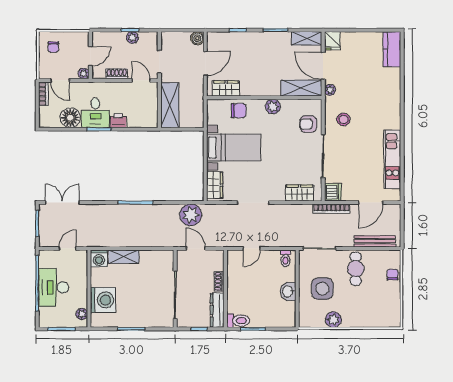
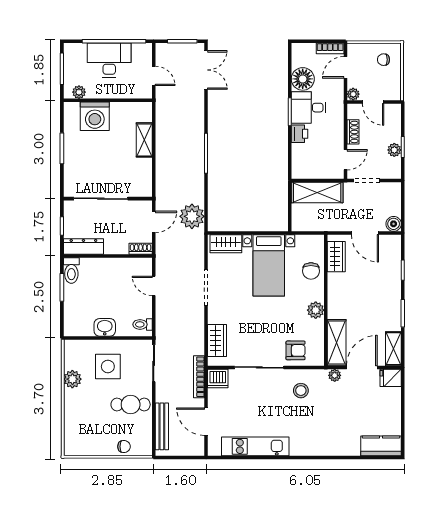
armchair: (308, 124) -> (296, 350), turned 90
washing machine: (99, 258) -> (142, 112), removed
shoe rack: (219, 281) -> (141, 249), moved

